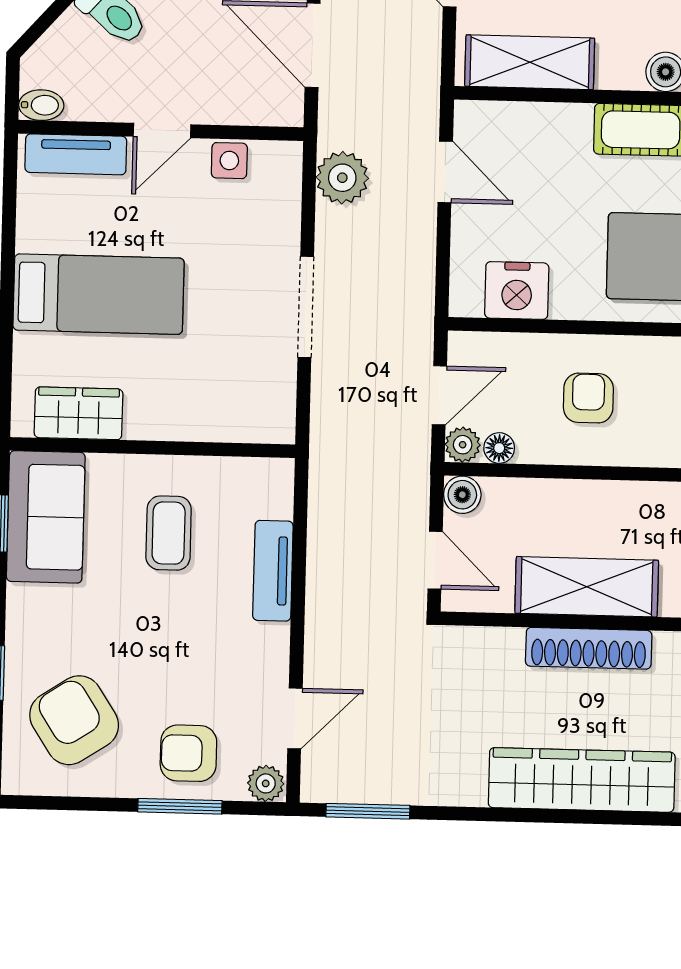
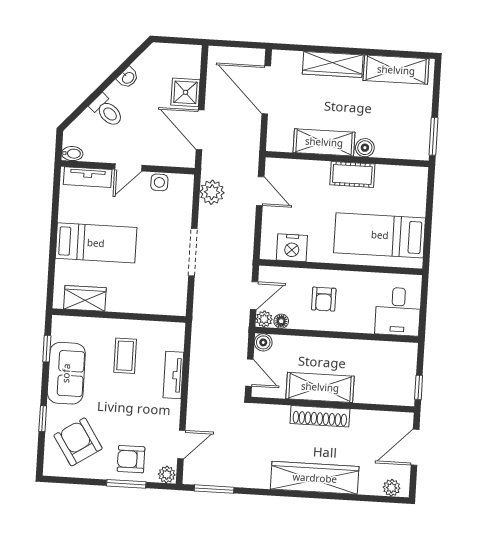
shelving: (530, 62) -> (324, 142), moved
armchair: (588, 398) -> (324, 299), turned 180
sofa: (46, 517) -> (66, 373), moved

